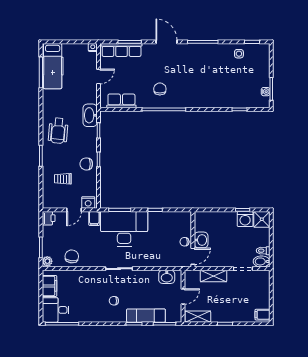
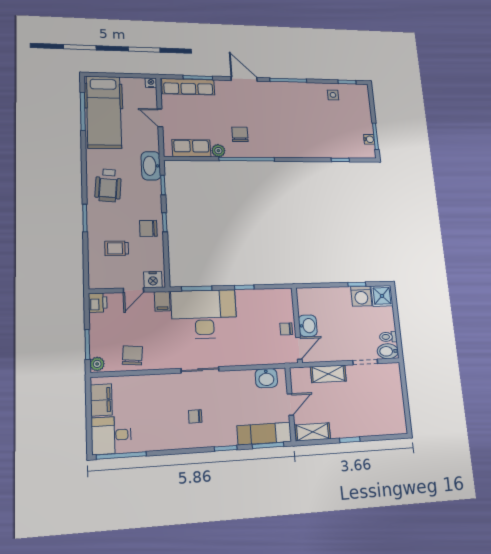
hospital bed: (53, 66) -> (104, 112), width x1.37, depth x1.29
door: (98, 76) -> (160, 118), swing flipped
plant: (142, 103) -> (218, 151), added
filing cabinet: (262, 315) -> (397, 424), removed
exam couch: (146, 316) -> (264, 434), moved

